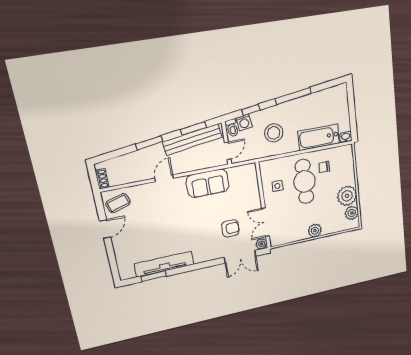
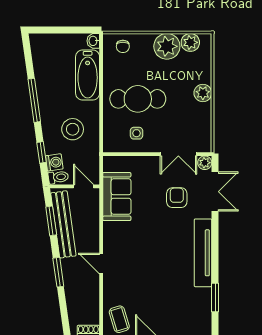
chair: (324, 167) -> (123, 46), moved
sofa: (208, 183) -> (117, 197), moved
tv unit: (164, 264) -> (203, 253), moved

